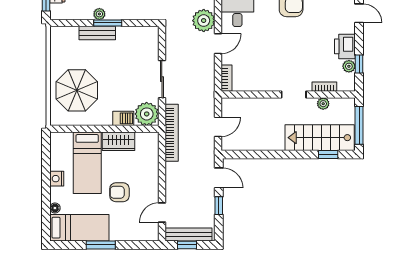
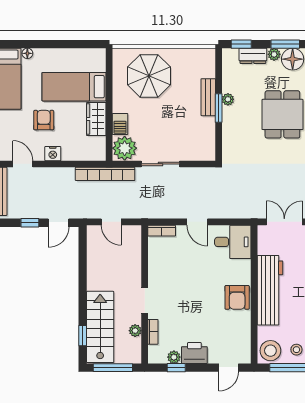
plant: (204, 21) -> (221, 207), removed
nightstand: (57, 179) -> (53, 154), moved, turned 180

